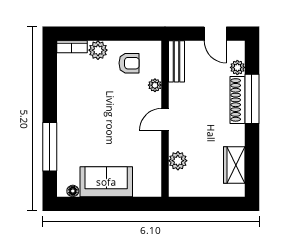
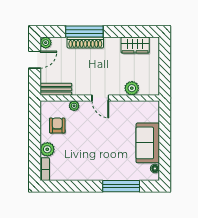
plant: (237, 67) -> (46, 43), moved

